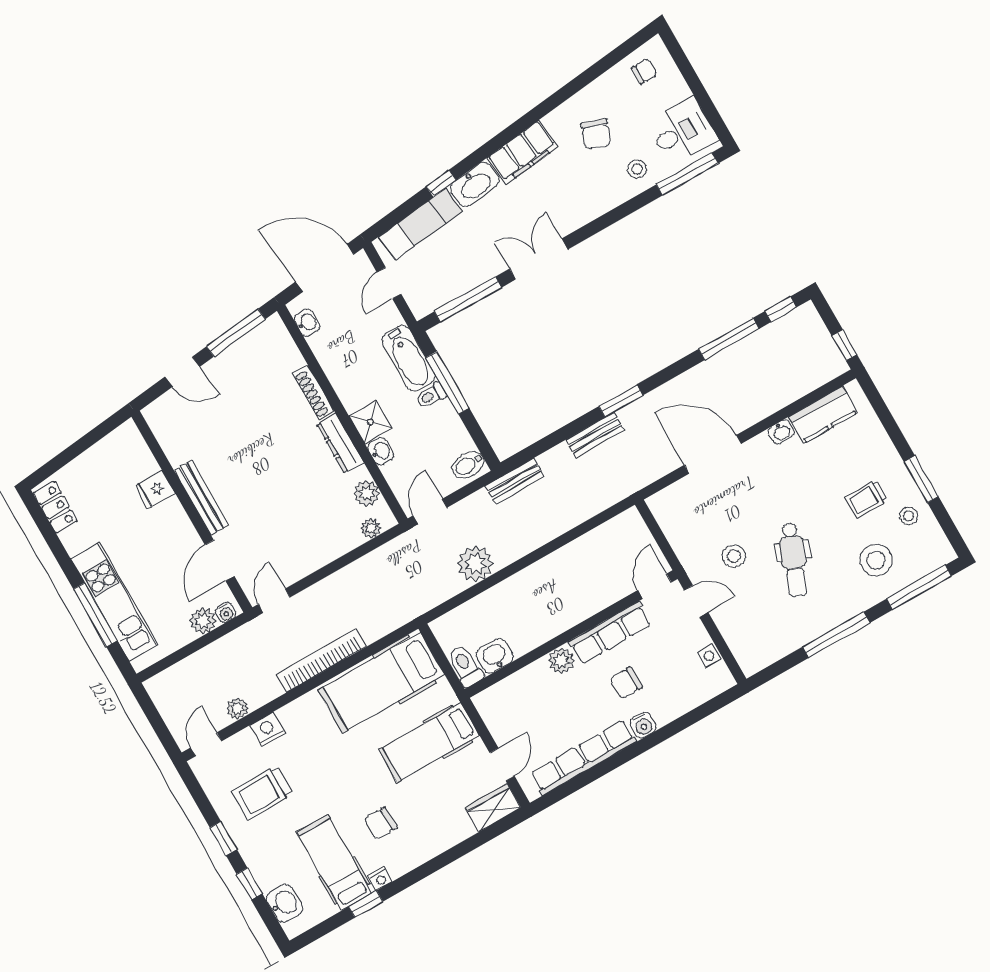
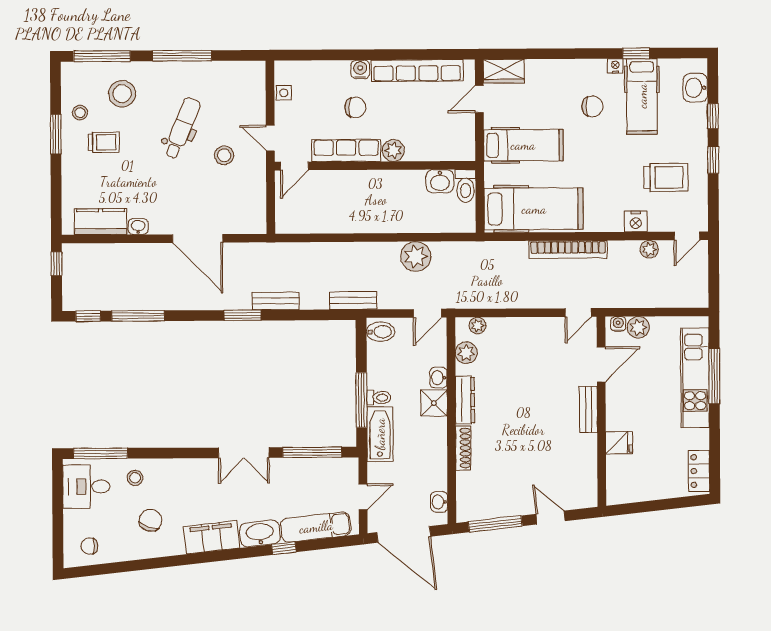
bench: (201, 498) -> (588, 410), width x0.73

